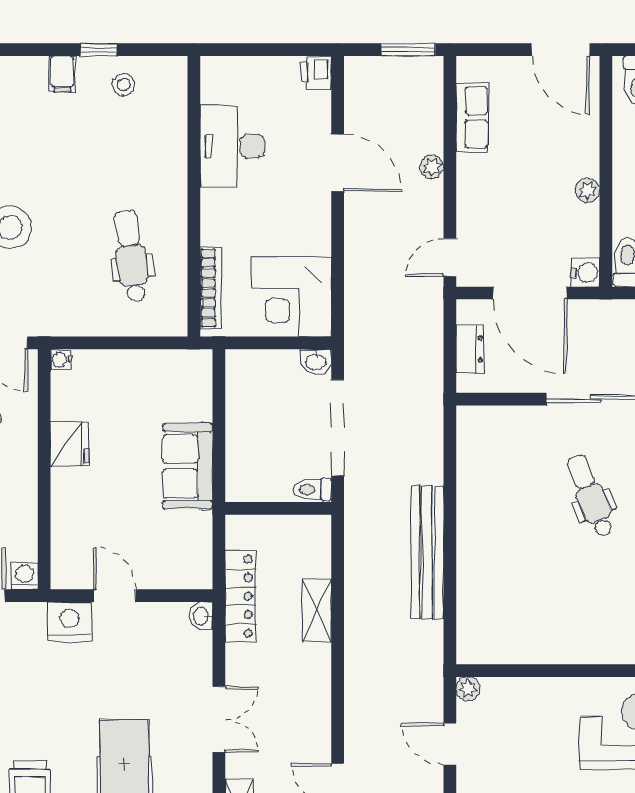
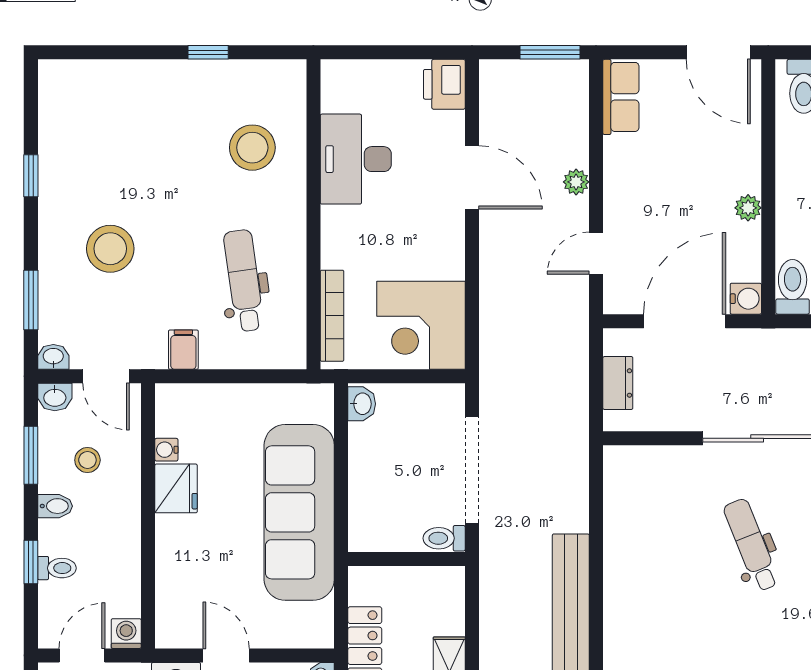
printer: (316, 72) -> (444, 84), width x1.36, depth x1.24
filing cabinet: (62, 74) -> (183, 350), moved, turned 180
stool: (124, 85) -> (252, 148), moved, width x1.89, depth x1.89
row of seats: (472, 117) -> (621, 97), moved
door: (450, 257) -> (596, 253), moved
door: (530, 293) -> (685, 321), swing flipped
water cooler: (61, 360) -> (166, 450), moved
washbasin: (316, 362) -> (362, 404), moved, turned -90
sofa: (188, 466) -> (299, 512), width x1.85, depth x1.27

